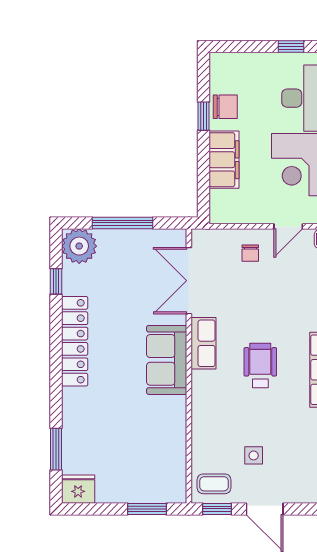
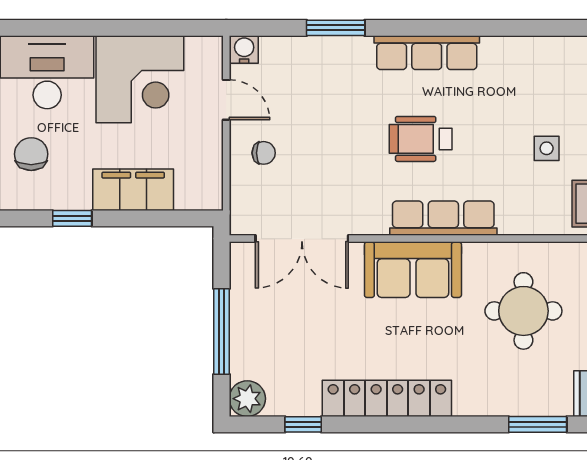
chair: (225, 107) -> (31, 154), moved
plant: (79, 246) -> (247, 399), width x0.73, depth x0.73
row of seats: (204, 343) -> (443, 218), moved, width x1.48
round table: (137, 439) -> (523, 311), added

